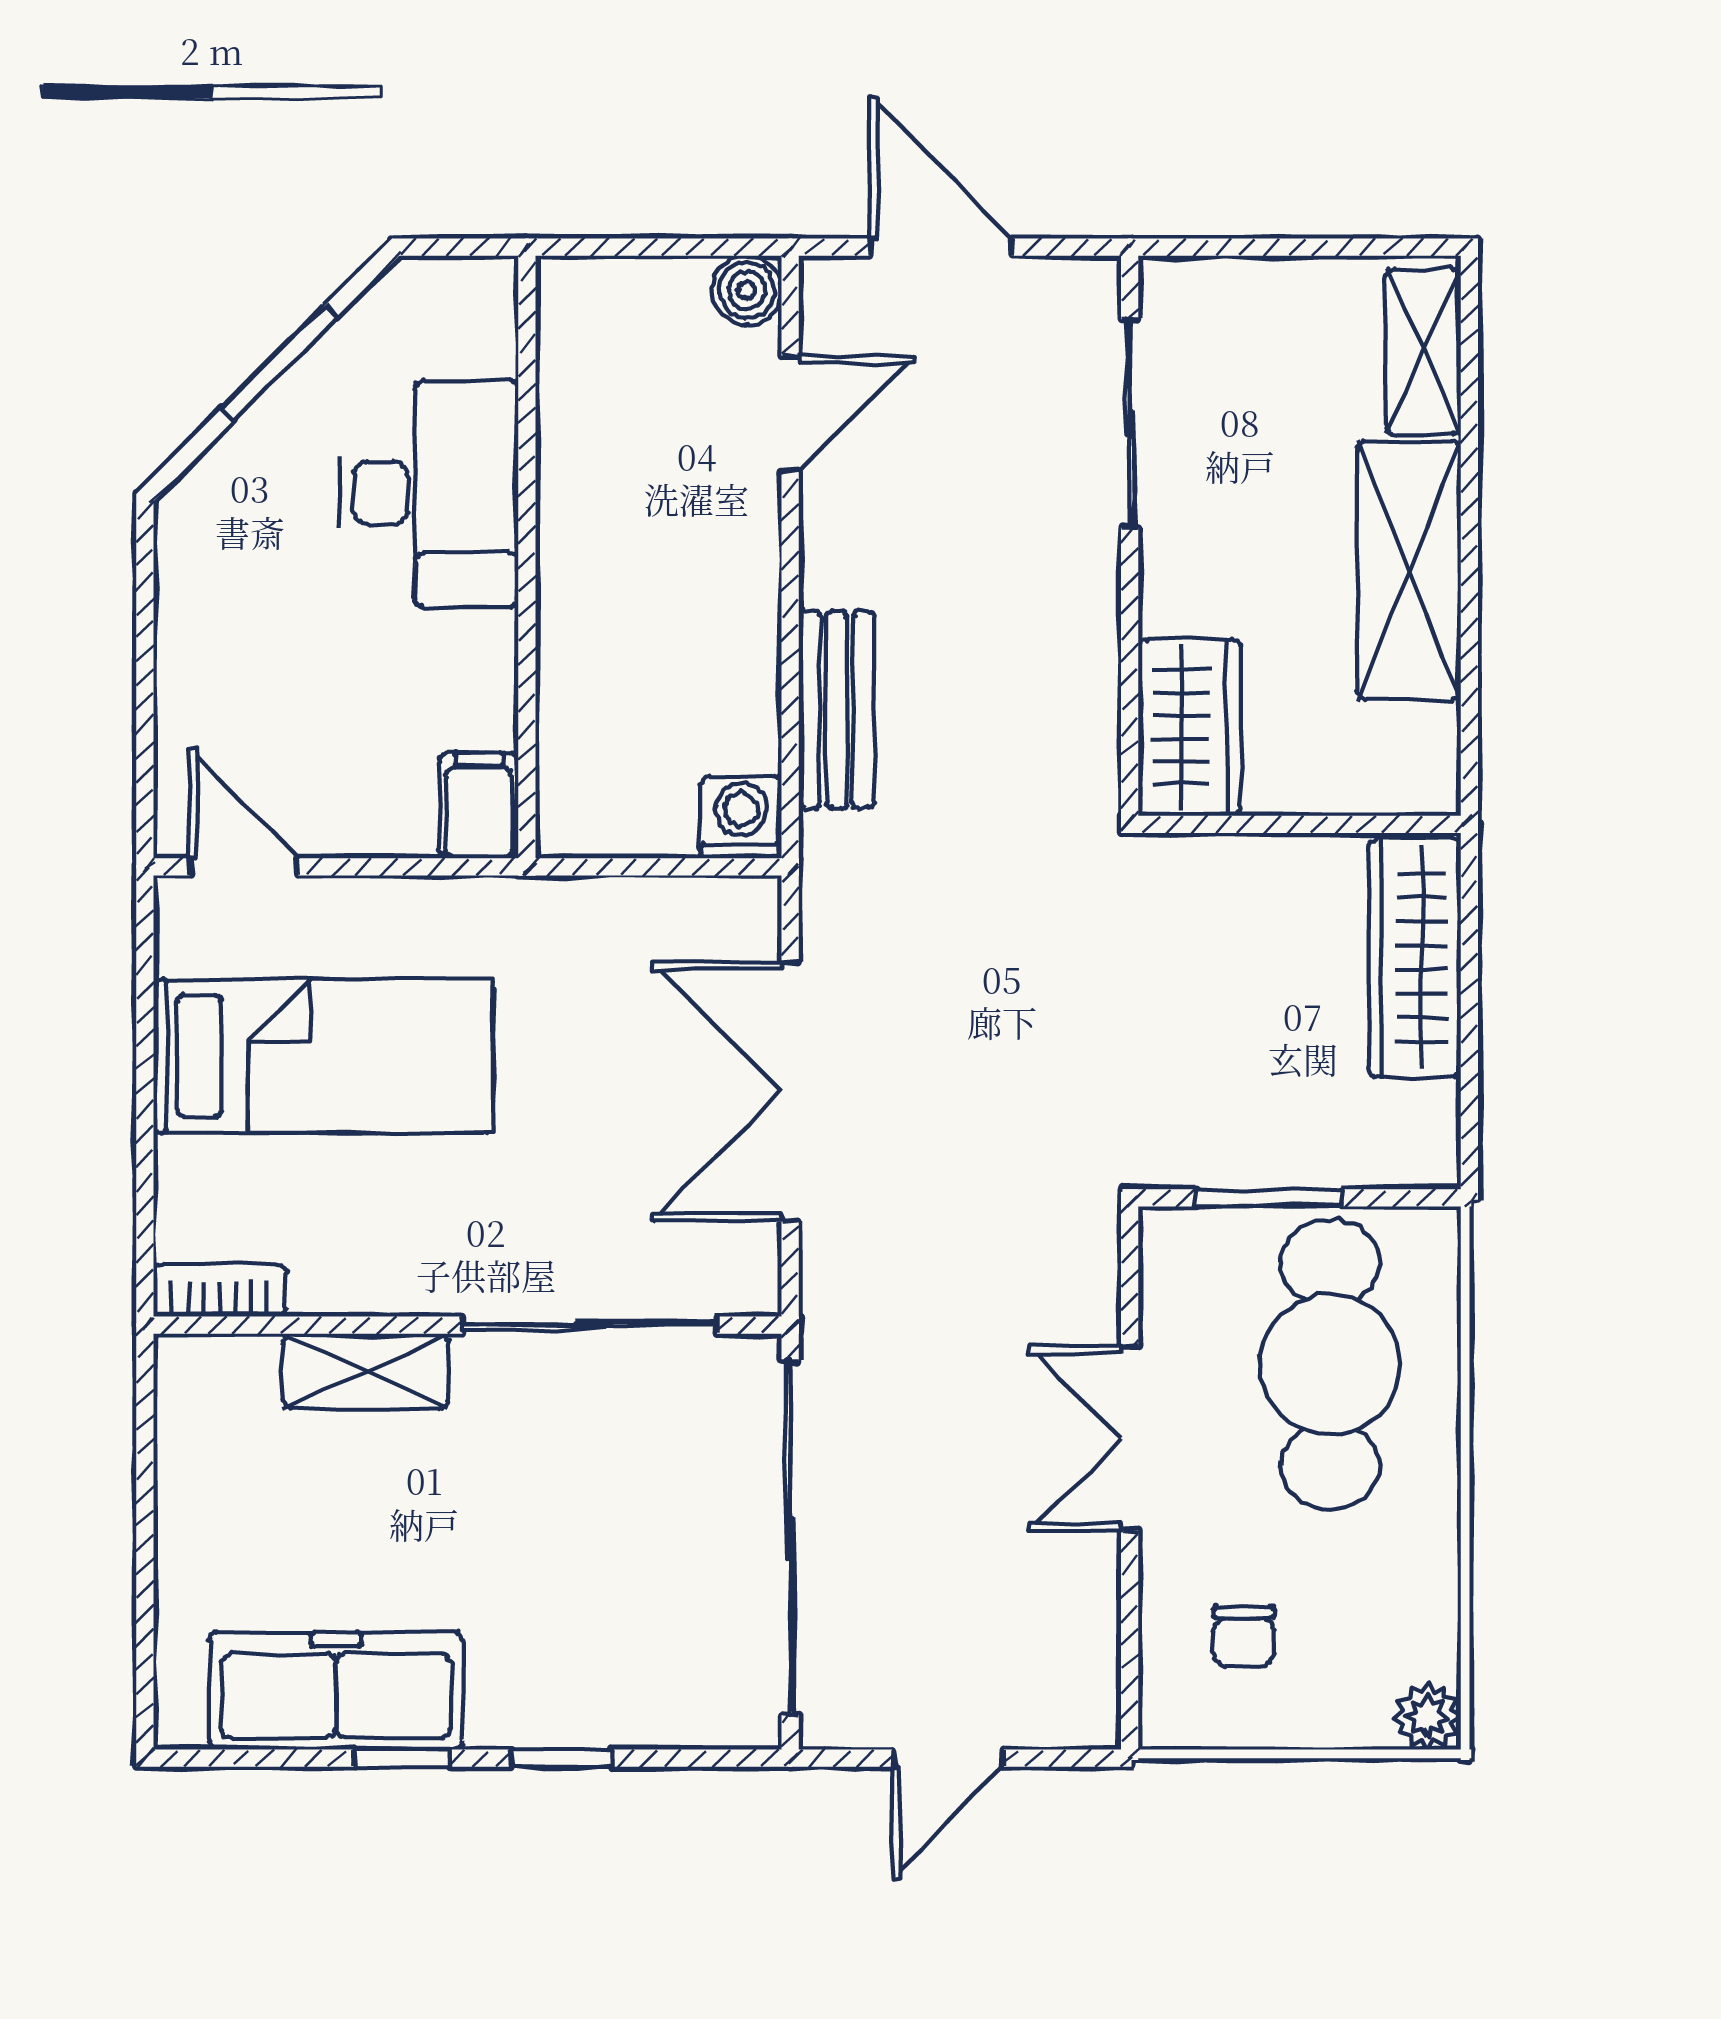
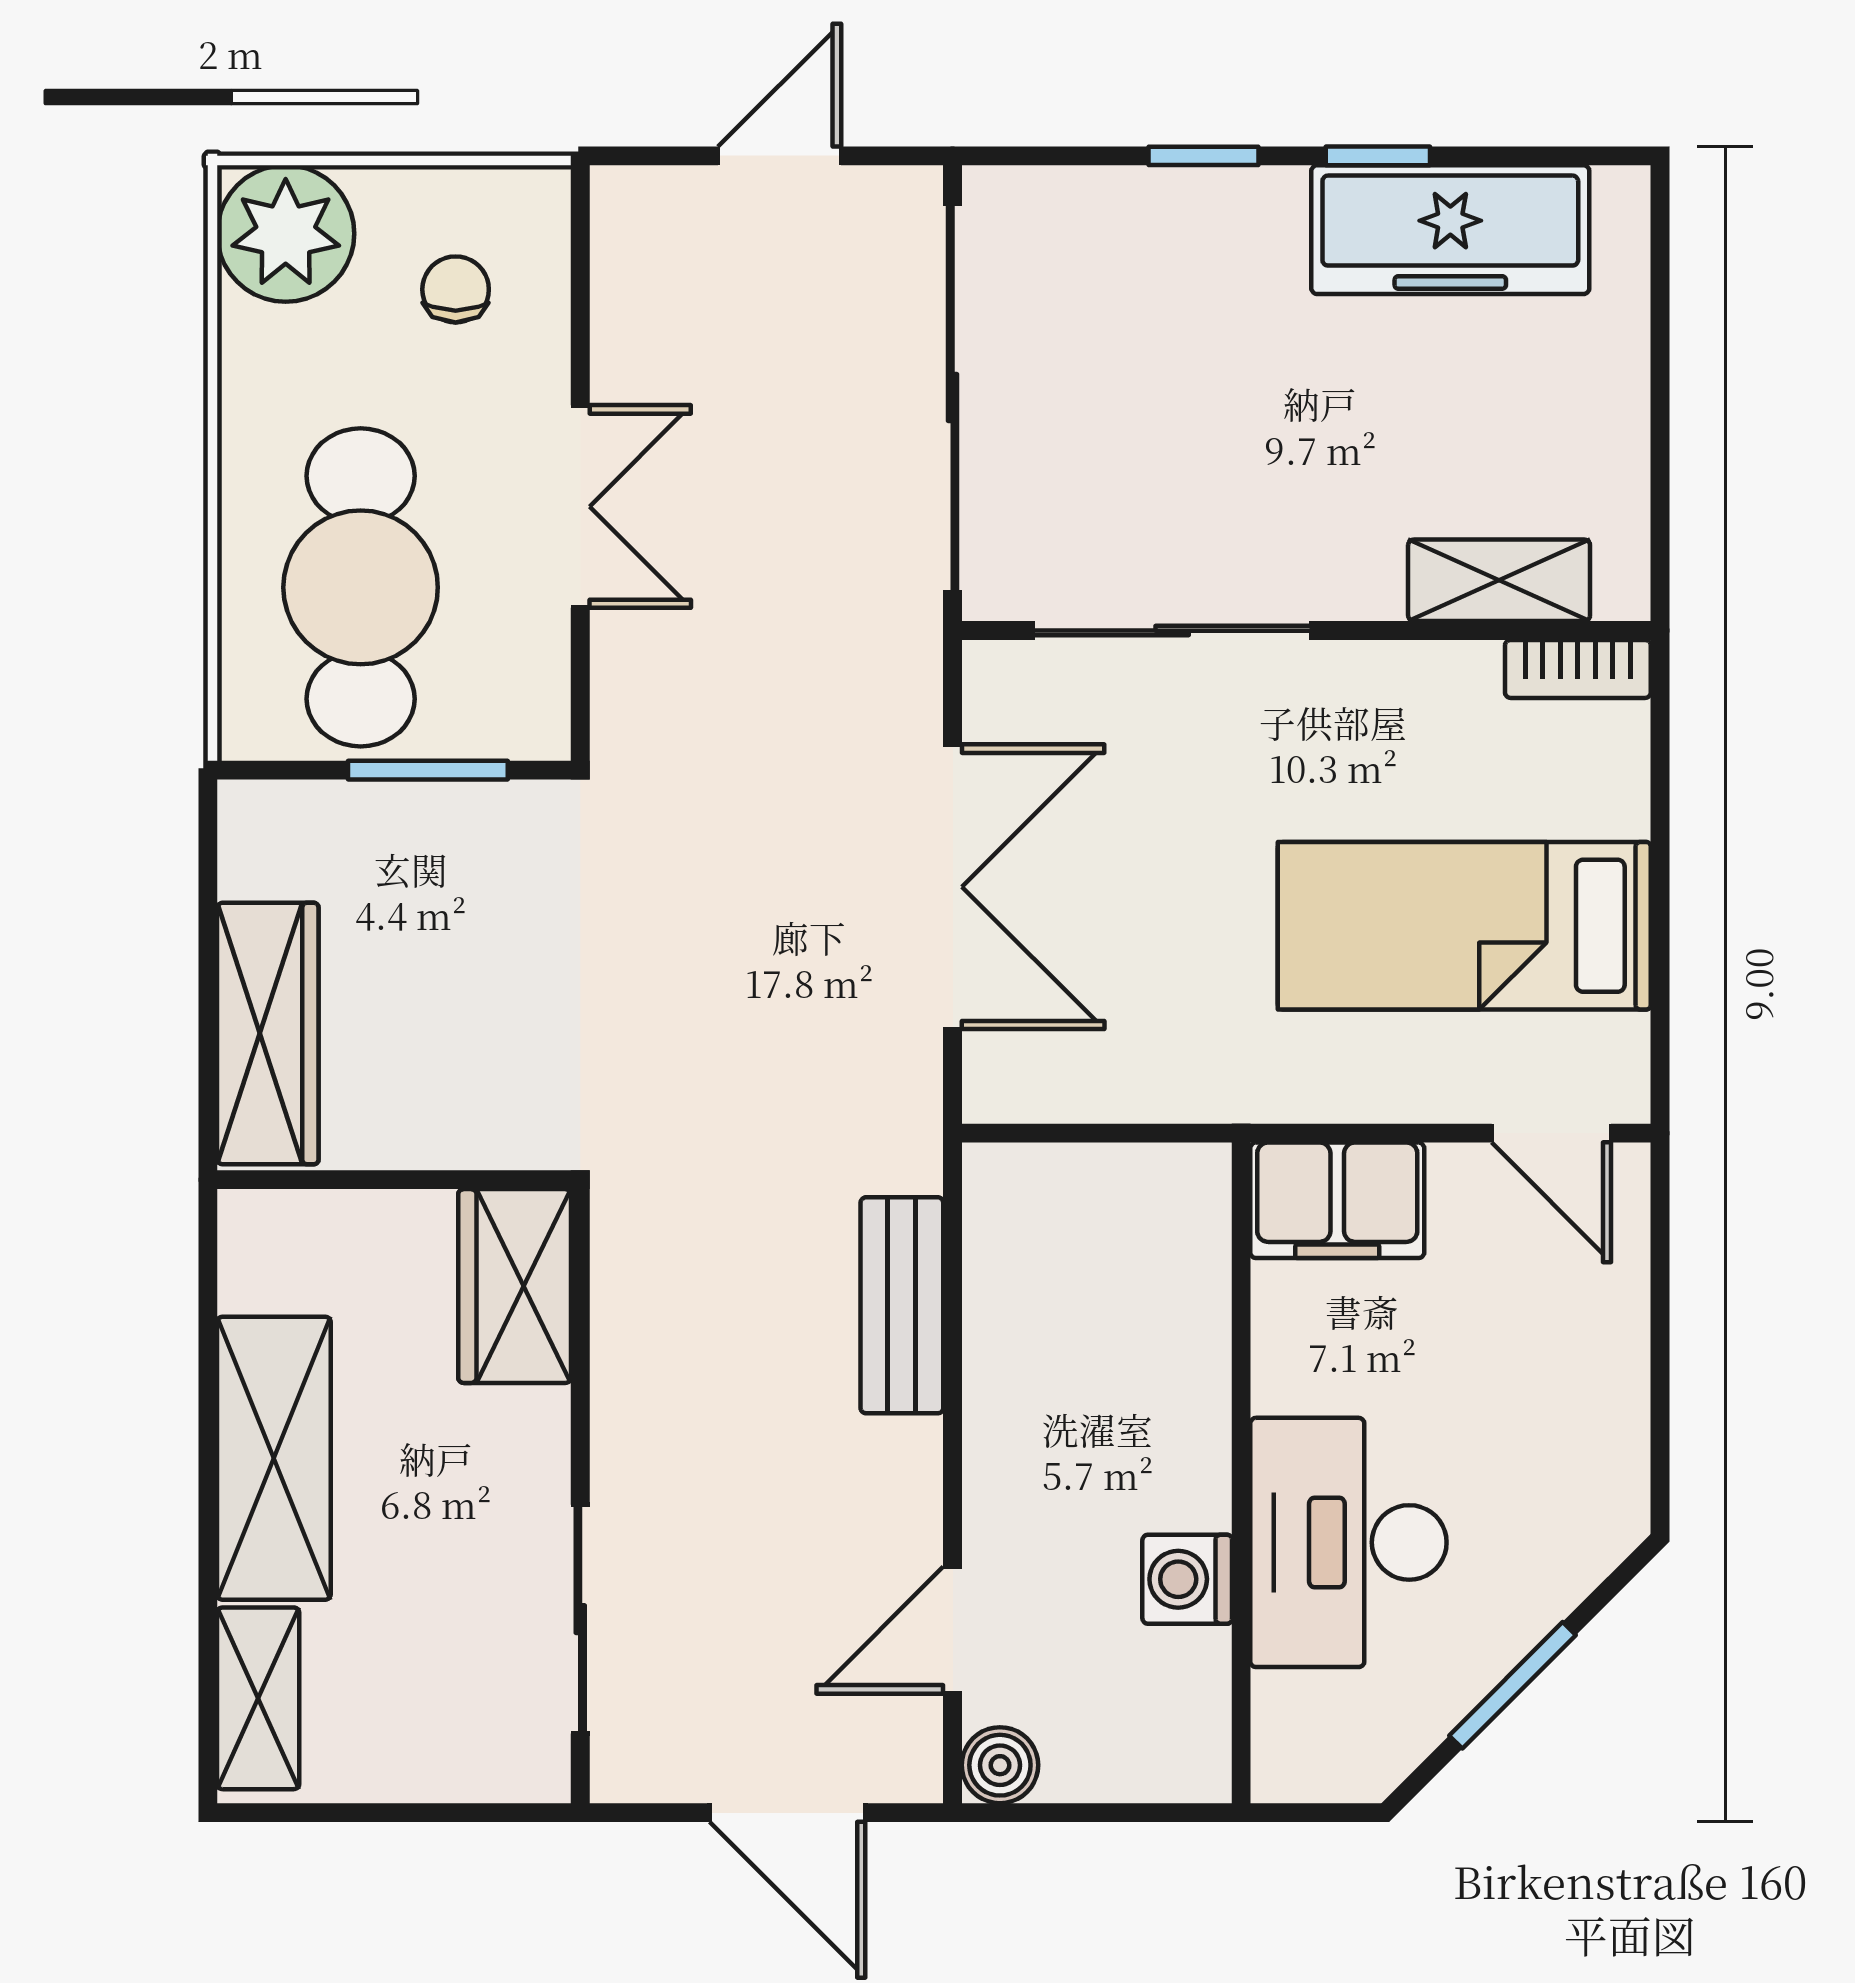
filing cabinet: (479, 805) -> (1337, 1200), width x2.00
washing machine: (741, 818) -> (1187, 1579), moved, turned 90
shelving: (365, 1371) -> (1499, 580), moved
plant: (1428, 1716) -> (286, 234), width x1.88, depth x1.88

